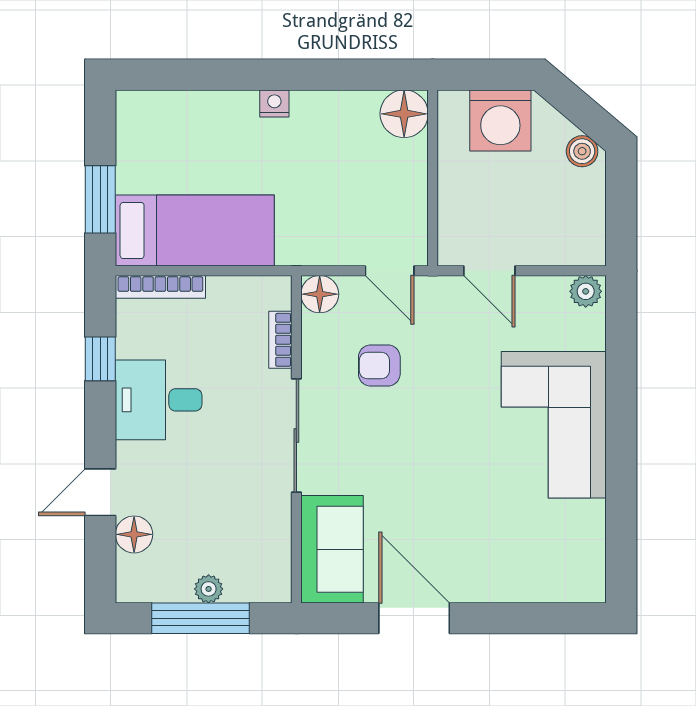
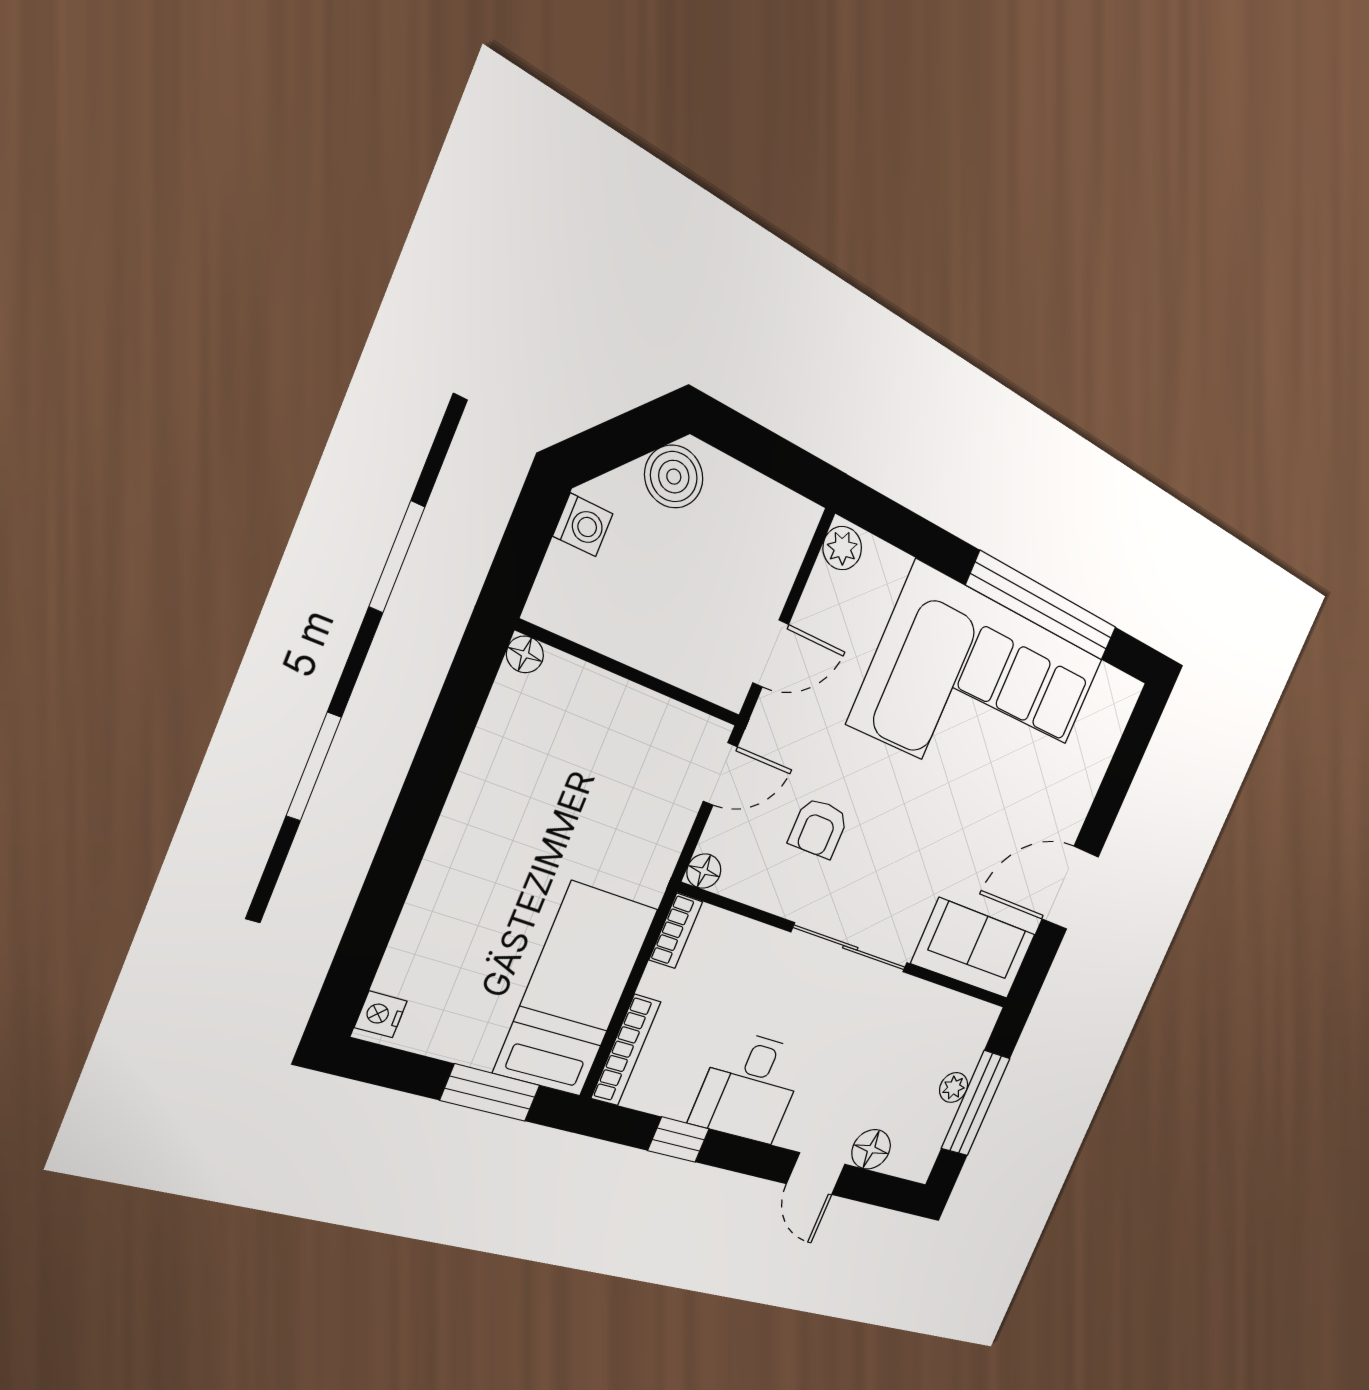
nightstand: (274, 103) -> (381, 1014), moved
floor lamp: (404, 114) -> (525, 654), width x0.53, depth x0.53
washing machine: (500, 120) -> (583, 525), width x0.53, depth x0.53
boiler: (582, 151) -> (674, 477), width x1.36, depth x1.36
floor lamp: (320, 294) -> (704, 871), width x0.73, depth x0.73
bookcase: (280, 340) -> (676, 931), moved, turned -90
corner sofa: (554, 425) -> (979, 691), width x1.36, depth x1.36
window: (621, 476) -> (1043, 607), added

